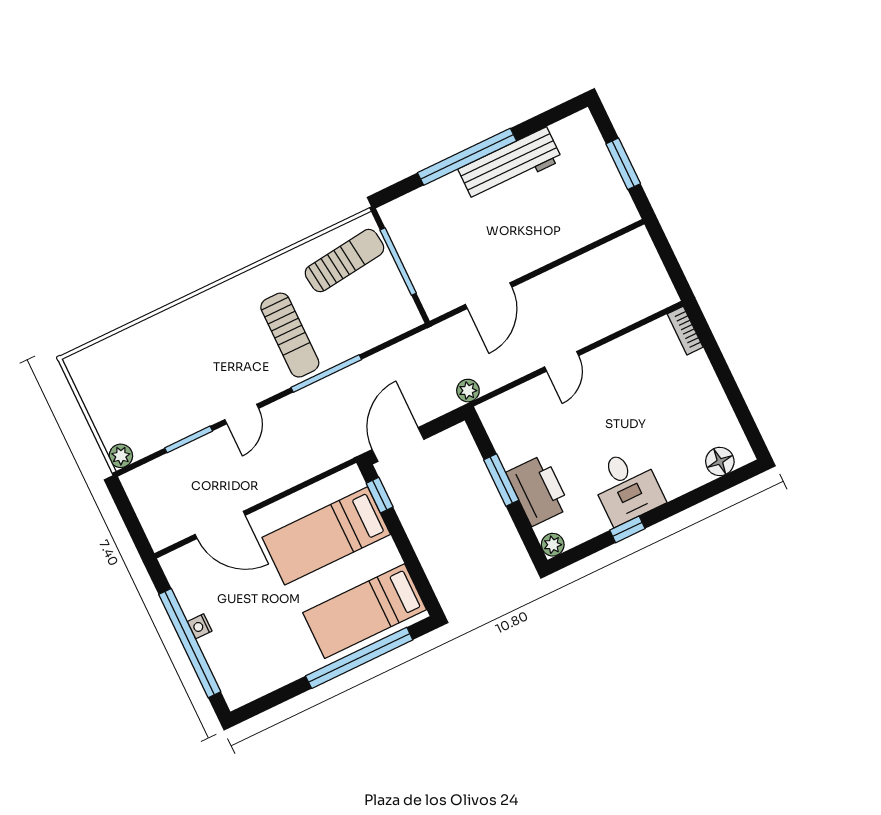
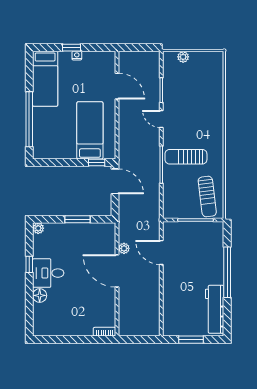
workbench: (510, 165) -> (215, 309), moved
door: (562, 361) -> (117, 271), width x1.87
plant: (468, 391) -> (124, 248), moved
plant: (121, 456) -> (183, 57), moved
floor lamp: (720, 461) -> (40, 295), moved
printer: (538, 490) -> (65, 233), removed
door: (220, 525) -> (117, 86), swing flipped
bed: (365, 611) -> (45, 79), moved, turned 180
window: (190, 643) -> (72, 48), width x0.32

